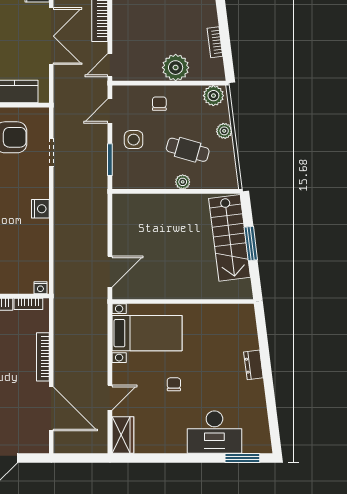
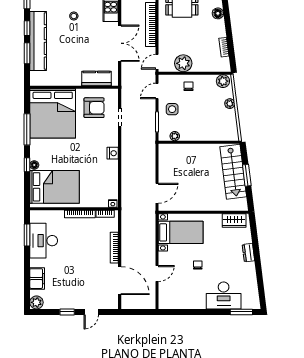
plant: (176, 68) -> (183, 63), moved
cafe table: (188, 150) -> (207, 116), removed
plant: (183, 182) -> (175, 136), moved
wardrobe: (123, 435) -> (234, 220), moved, turned 90

